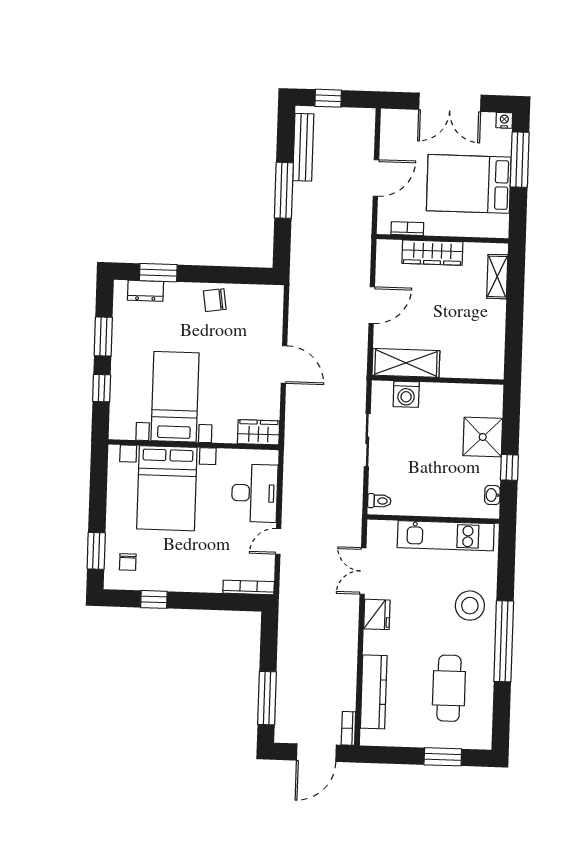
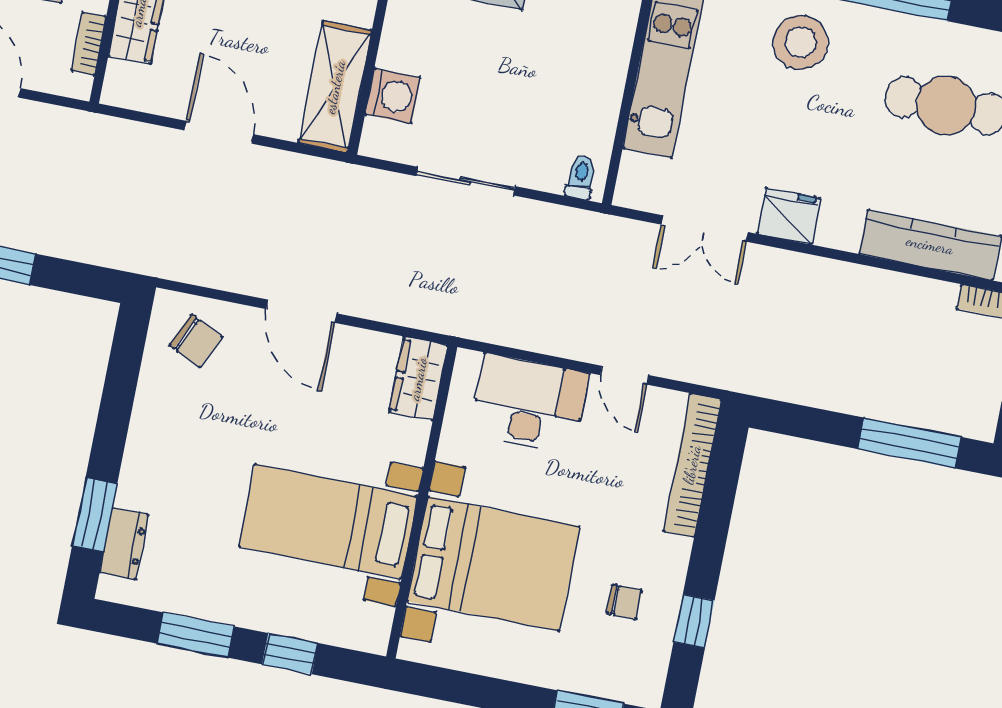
chair: (215, 300) -> (196, 341), moved, turned -57
door: (284, 365) -> (302, 311), swing flipped
chair: (128, 562) -> (624, 602), moved
bookcase: (249, 587) -> (692, 465), width x1.48, depth x1.31

